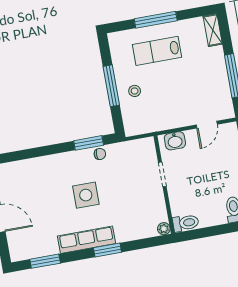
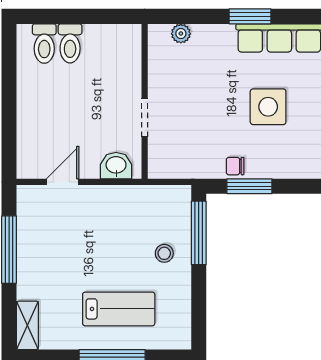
window: (111, 86) -> (199, 233), moved
toilet: (186, 223) -> (70, 43), moved, turned -90
plant: (164, 229) -> (181, 34), moved

